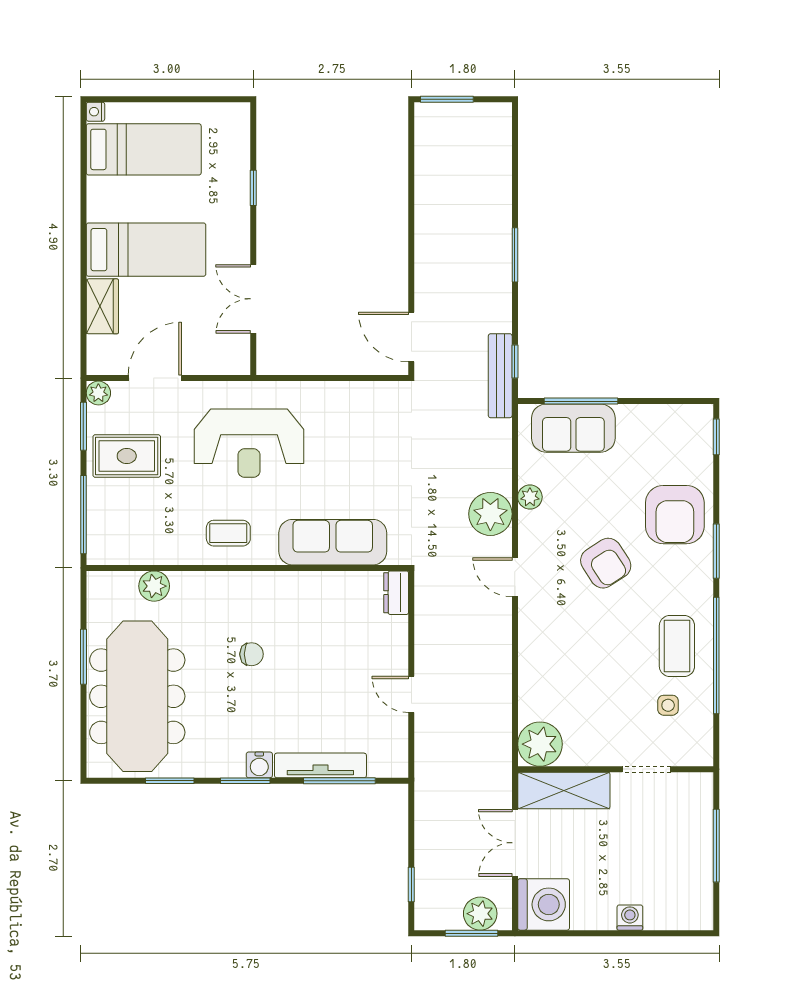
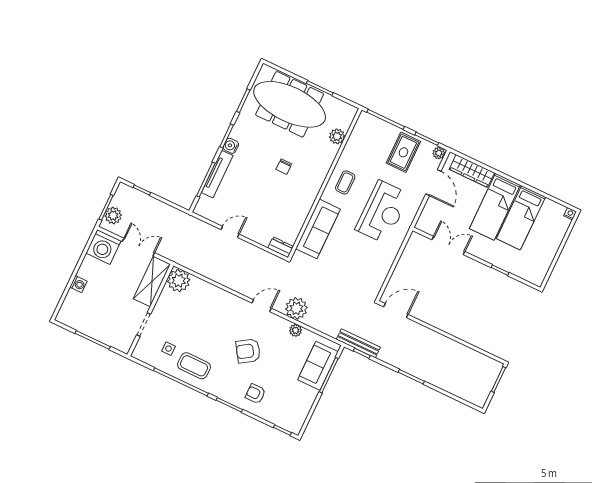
bed: (144, 149) -> (521, 218), moved
wardrobe: (102, 306) -> (472, 171), width x1.50
reception desk: (249, 443) -> (382, 212), turned 180
armchair: (675, 515) -> (255, 394), width x0.53, depth x0.53

